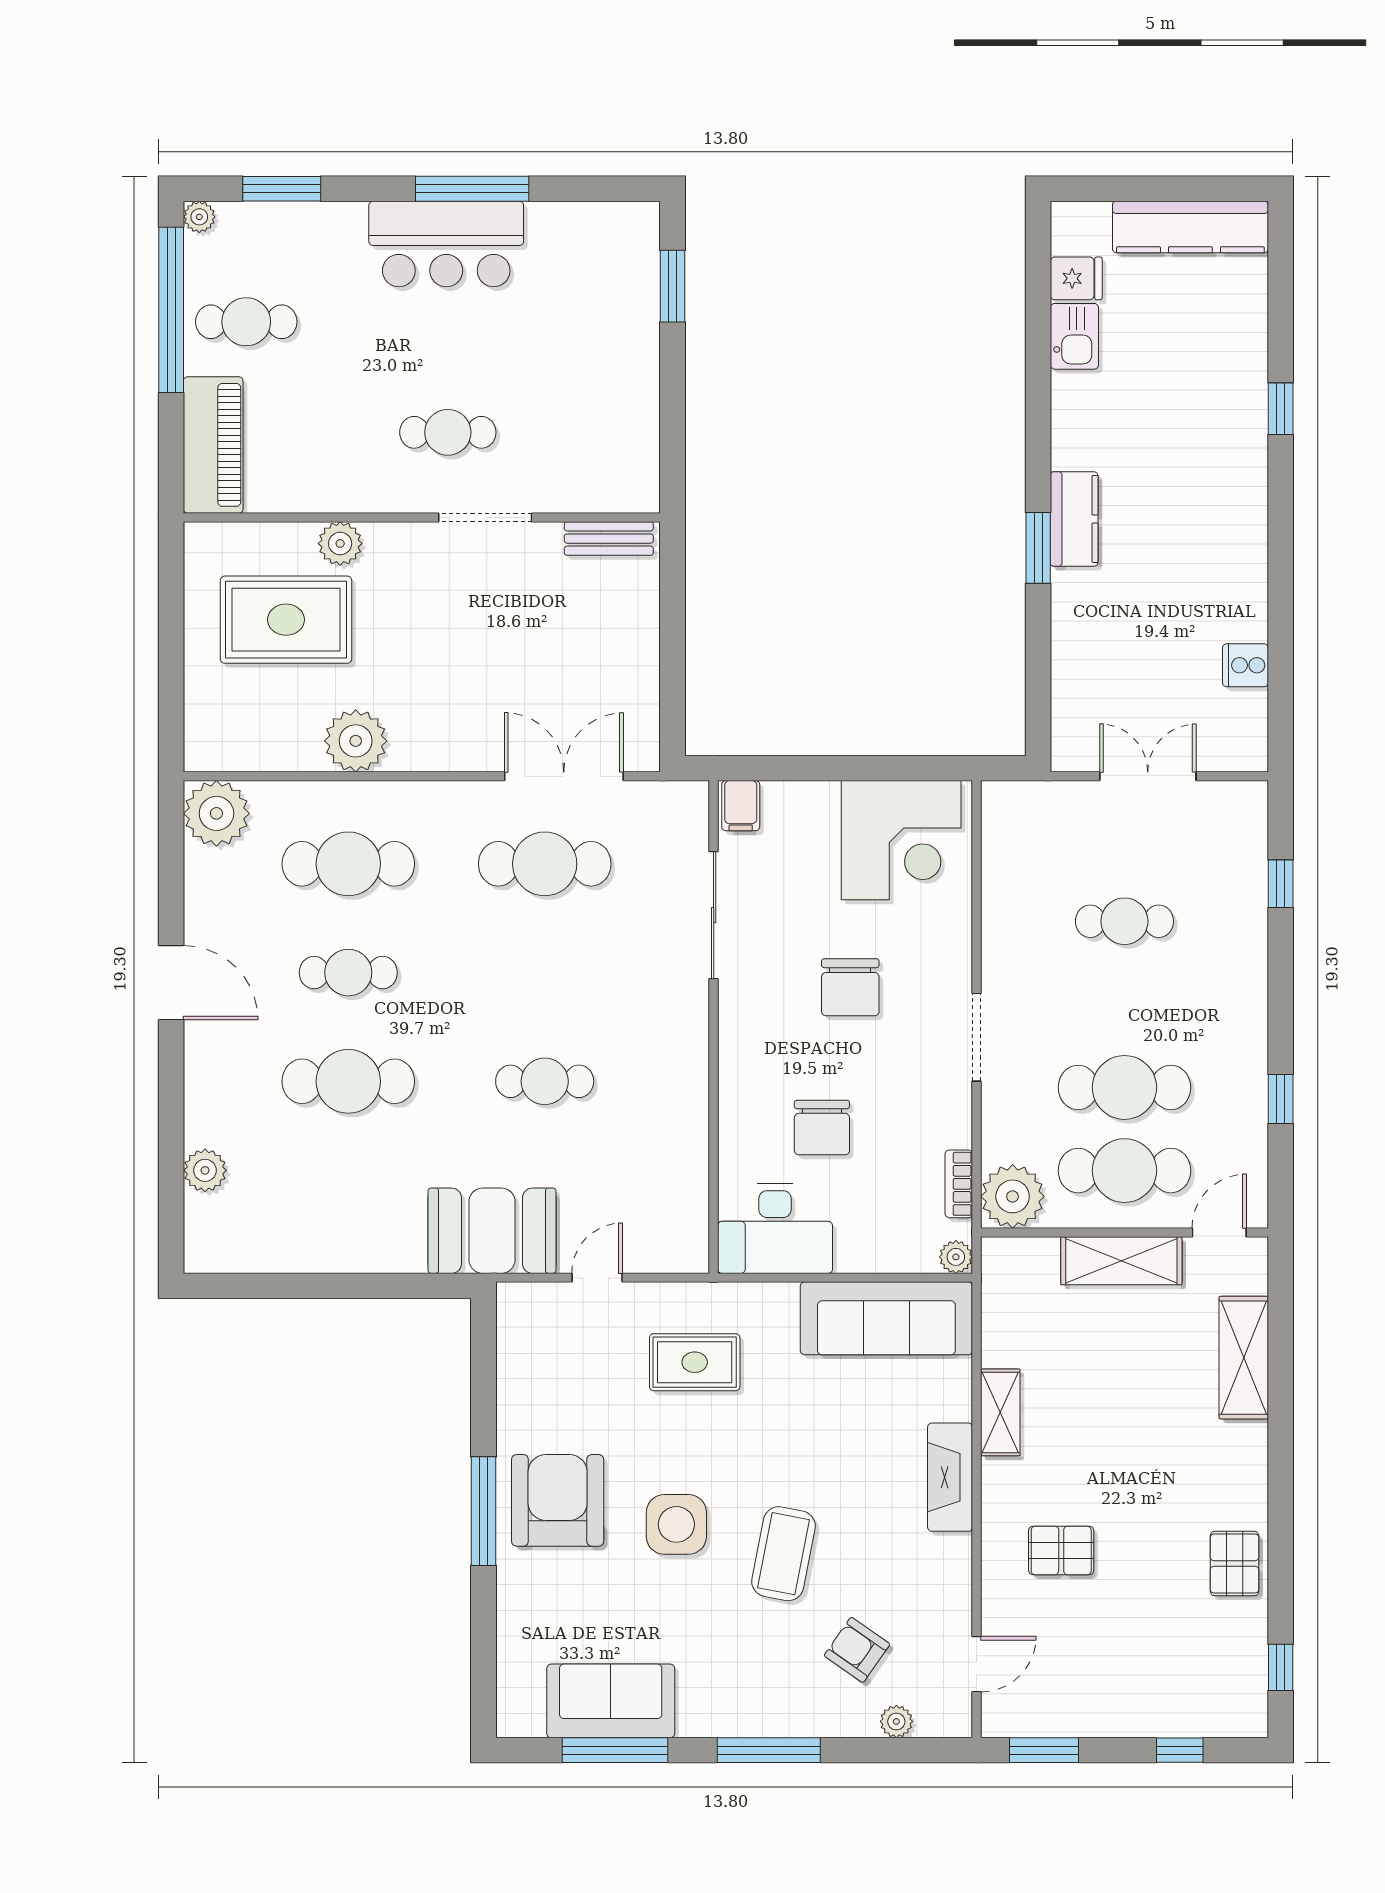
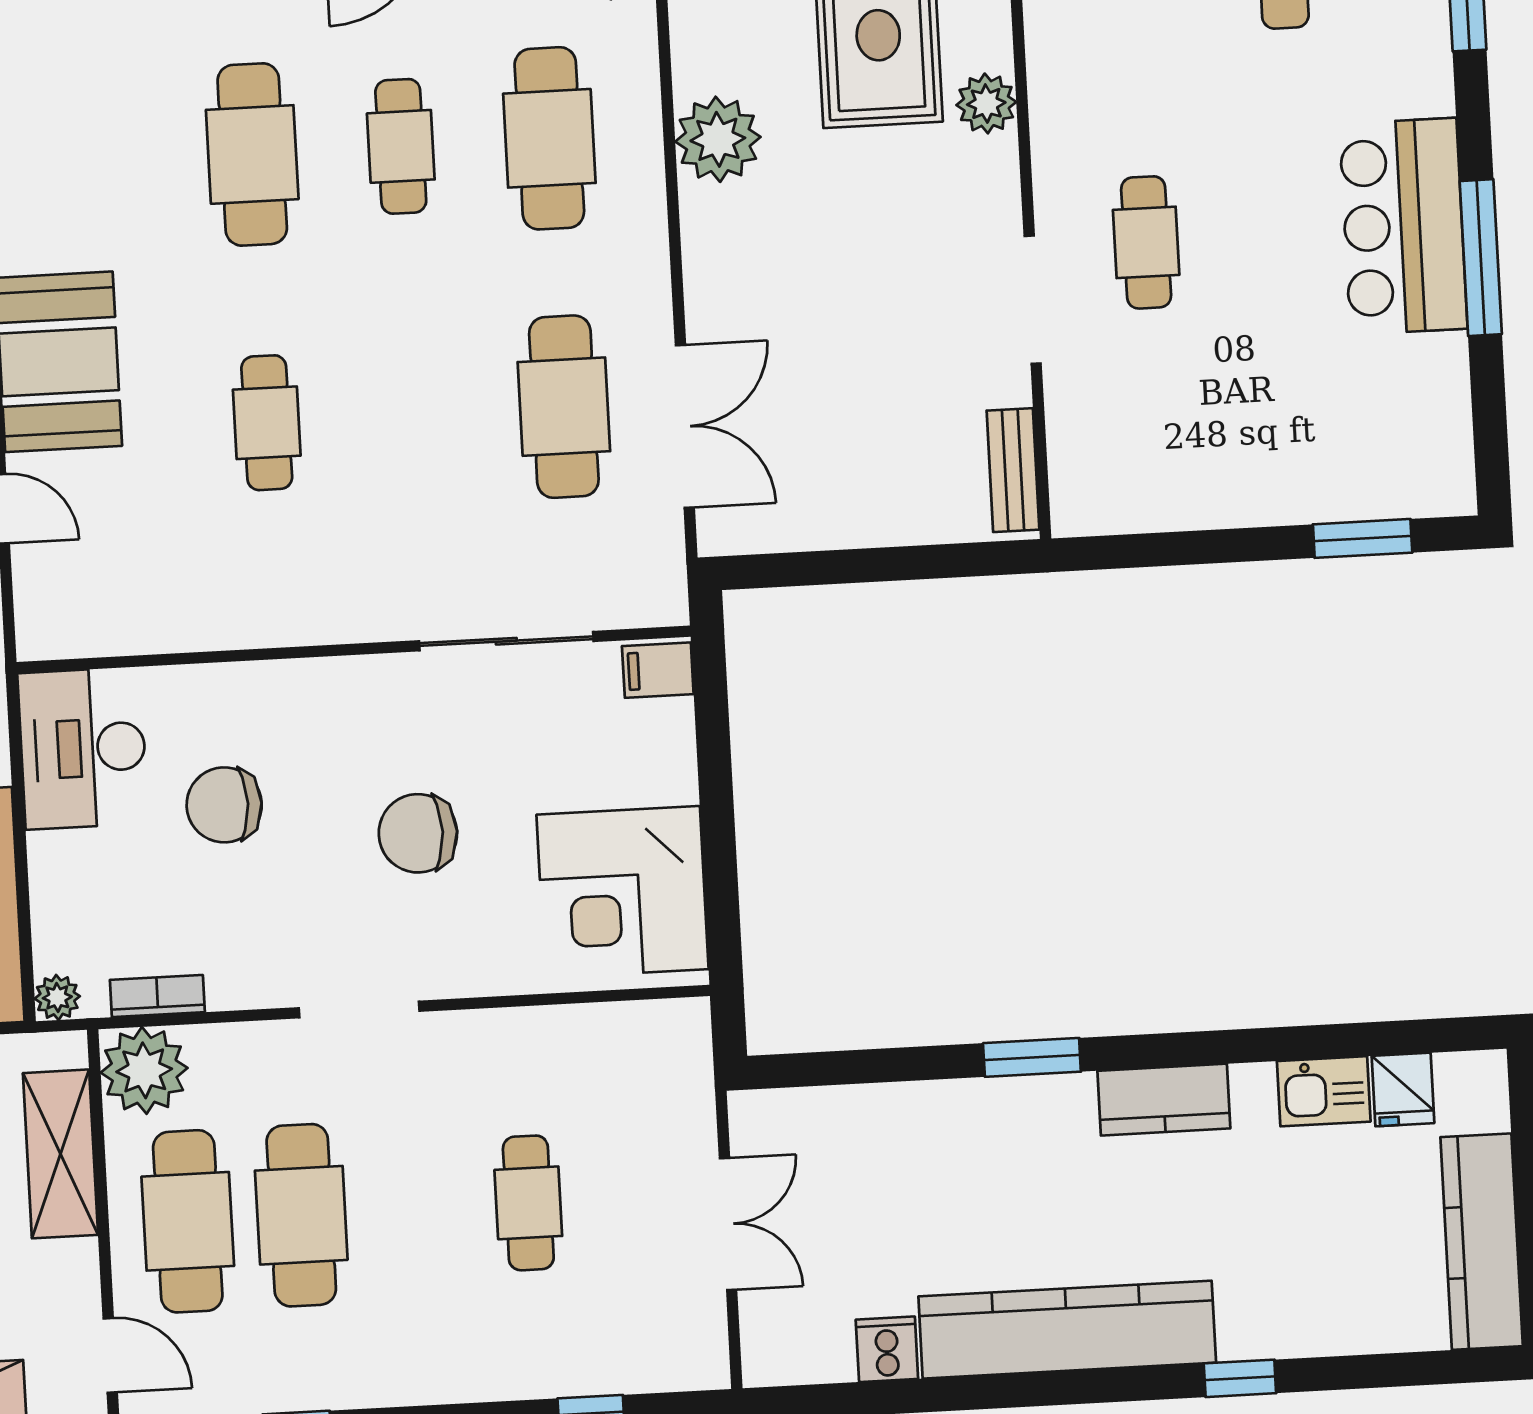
kitchen counter: (1074, 519) -> (1164, 1100), moved
kitchen counter: (1238, 533) -> (1067, 1330), added
shelving: (1121, 1261) -> (61, 1154), moved

